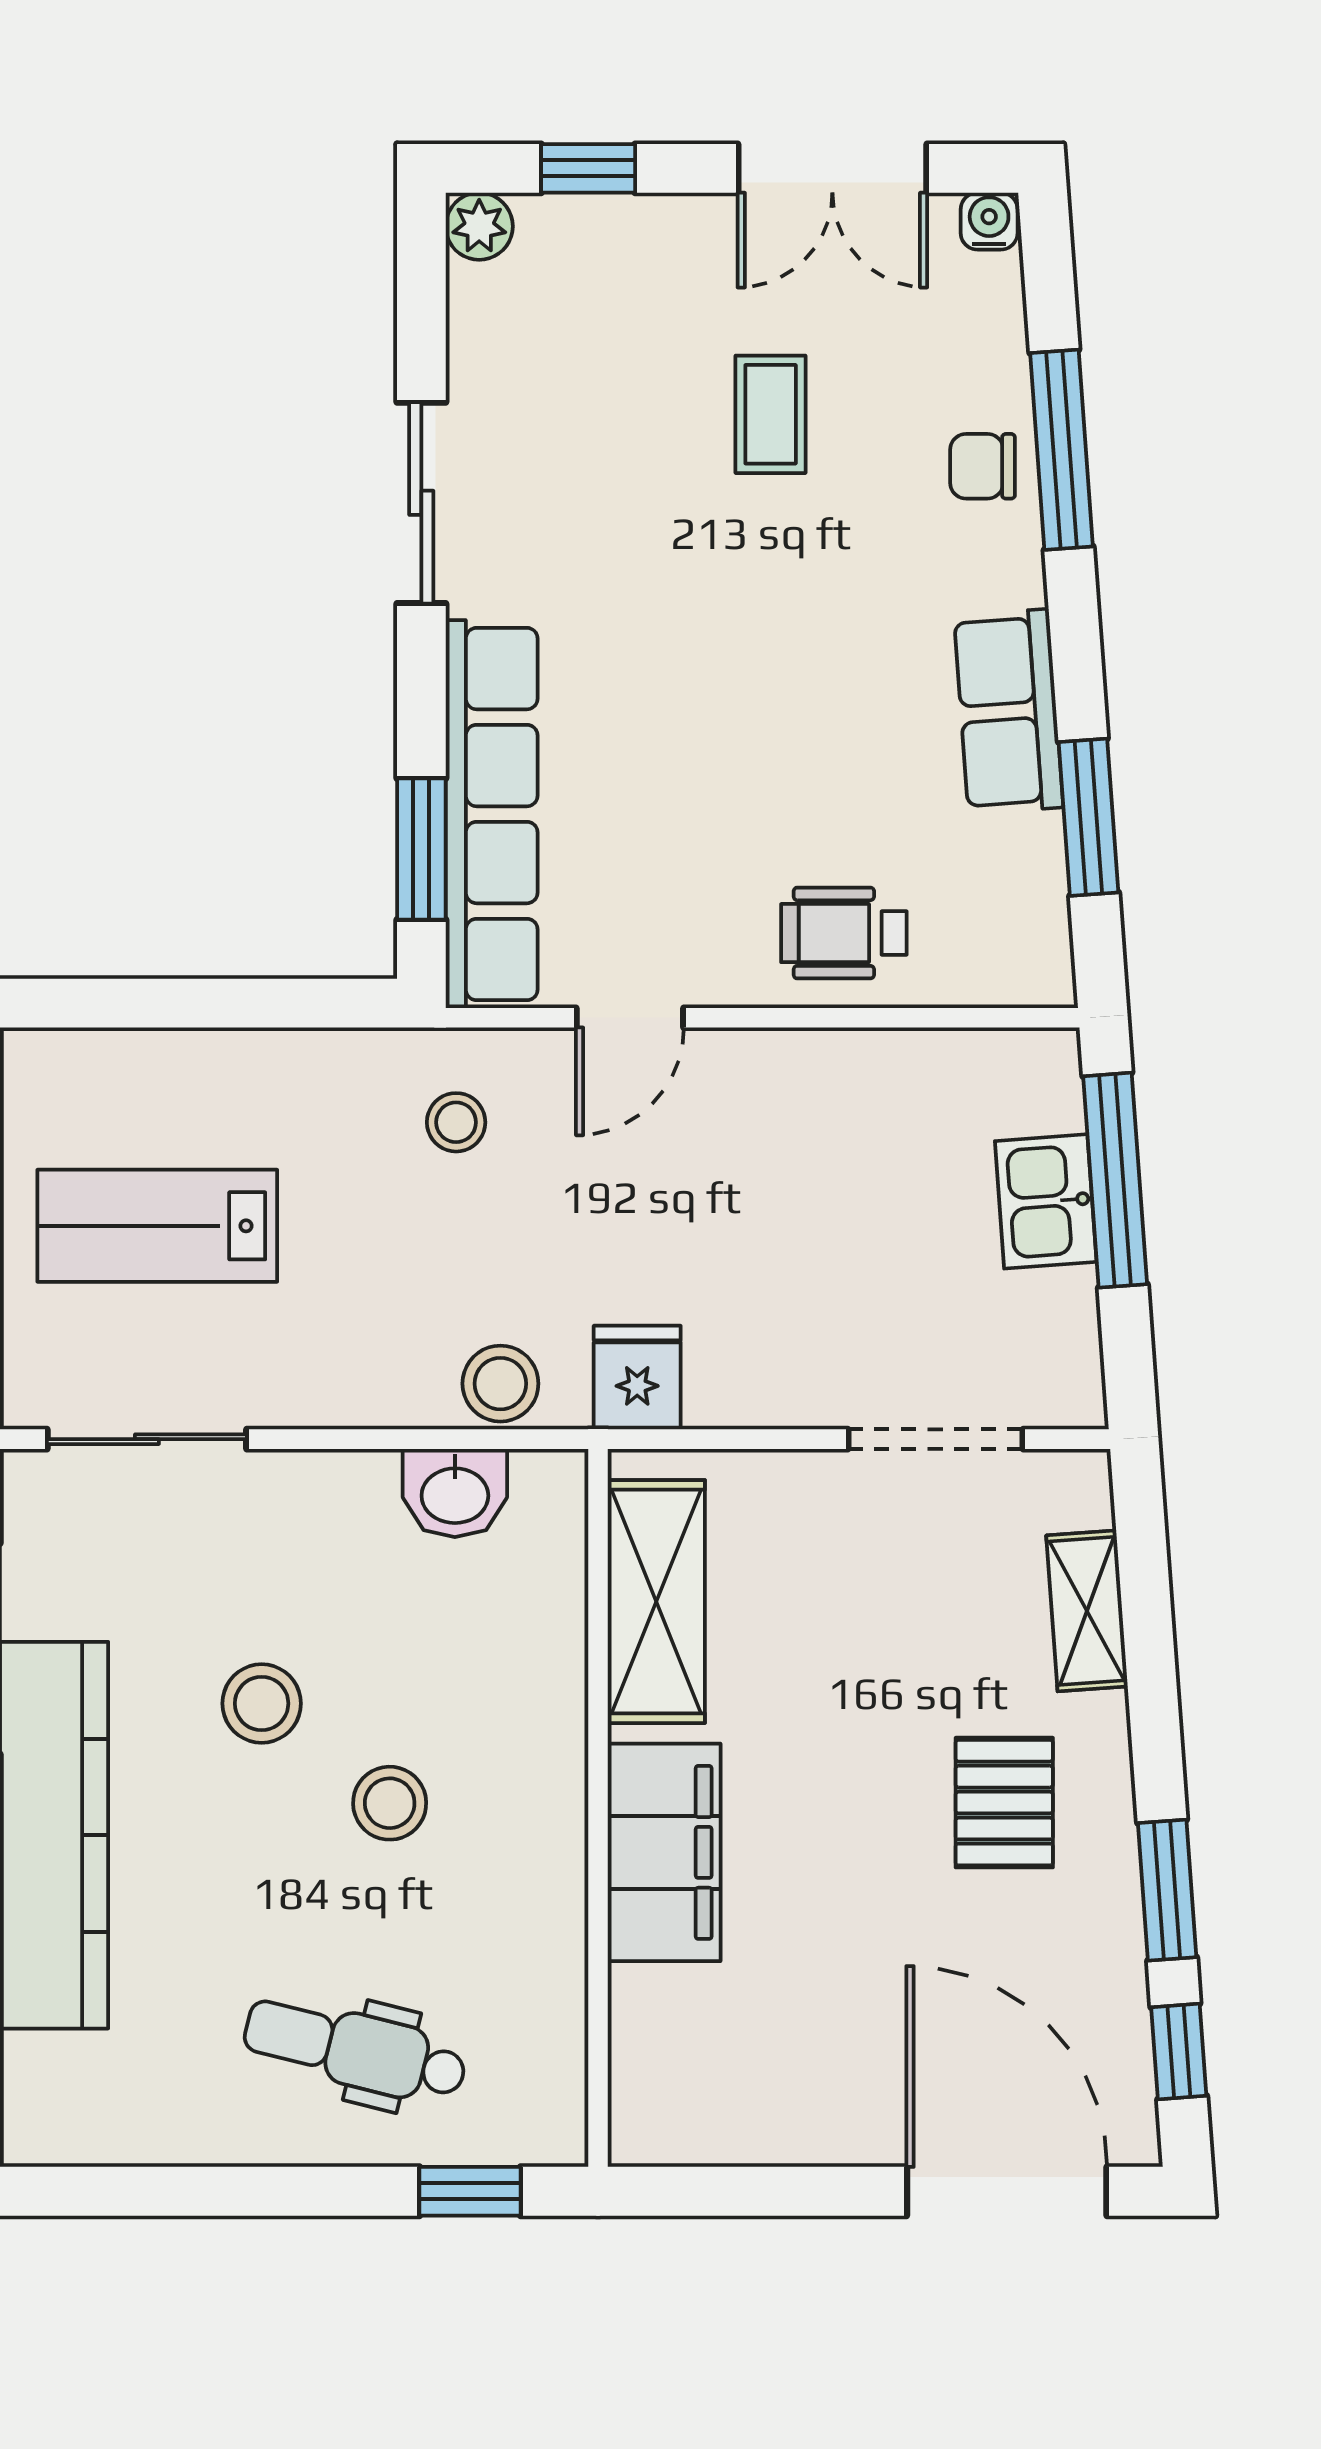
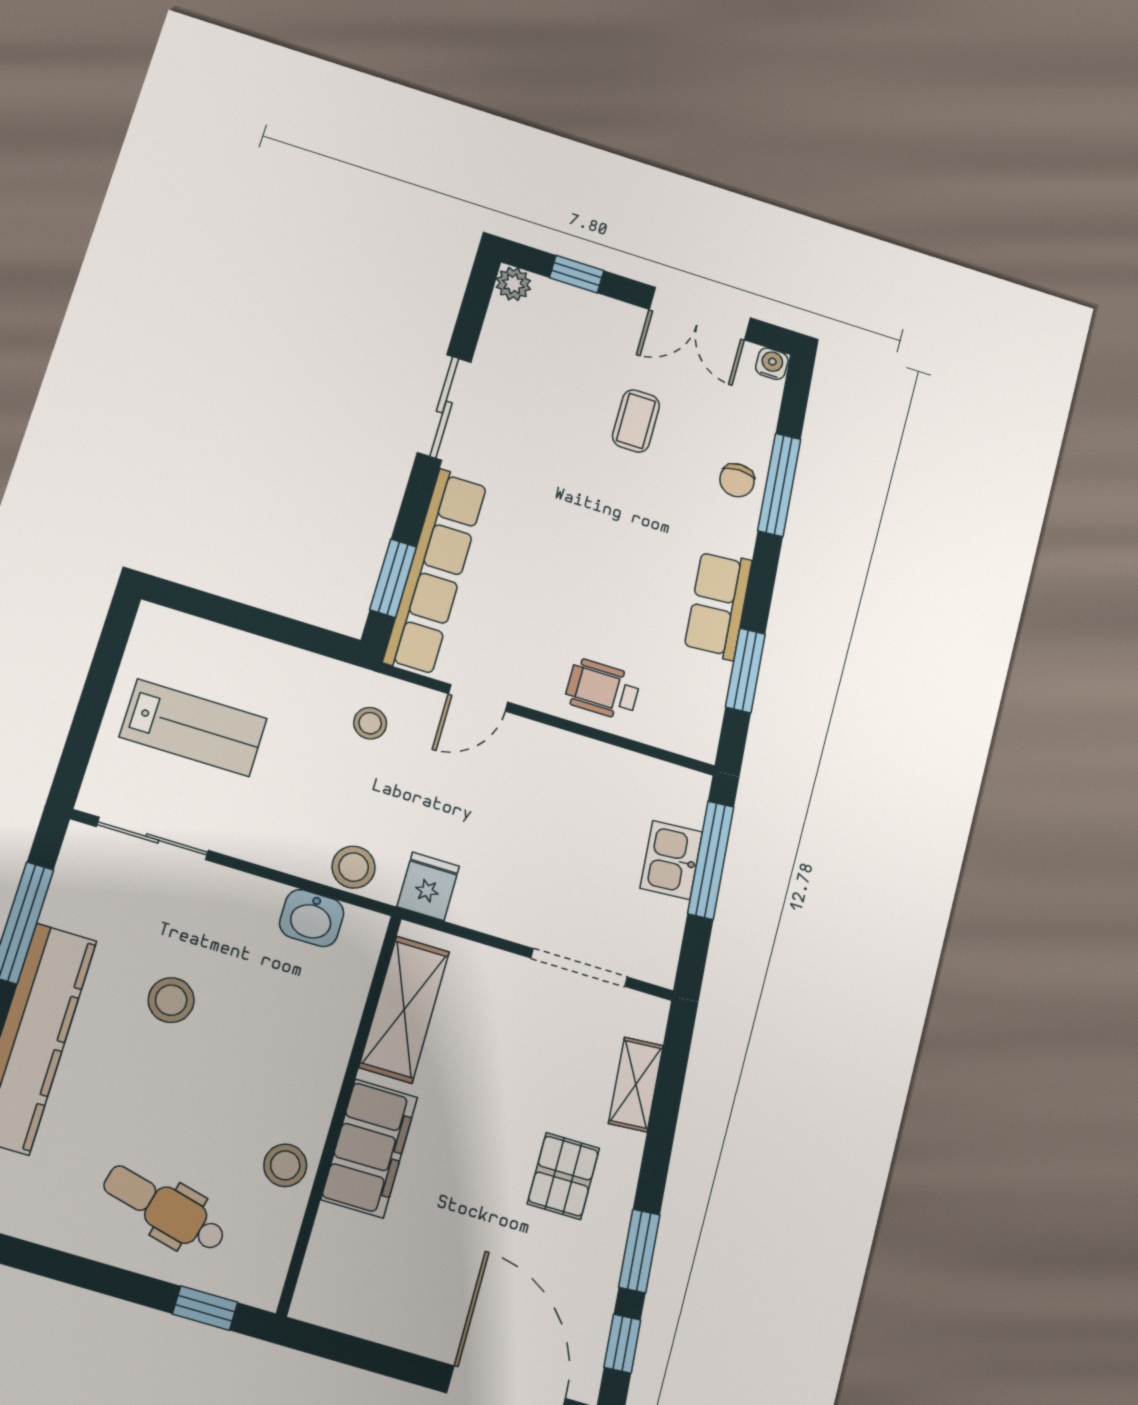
chair: (983, 466) -> (737, 480), turned -90
lab bench: (157, 1226) -> (193, 728), turned 180
stool: (390, 1803) -> (285, 1165), moved

